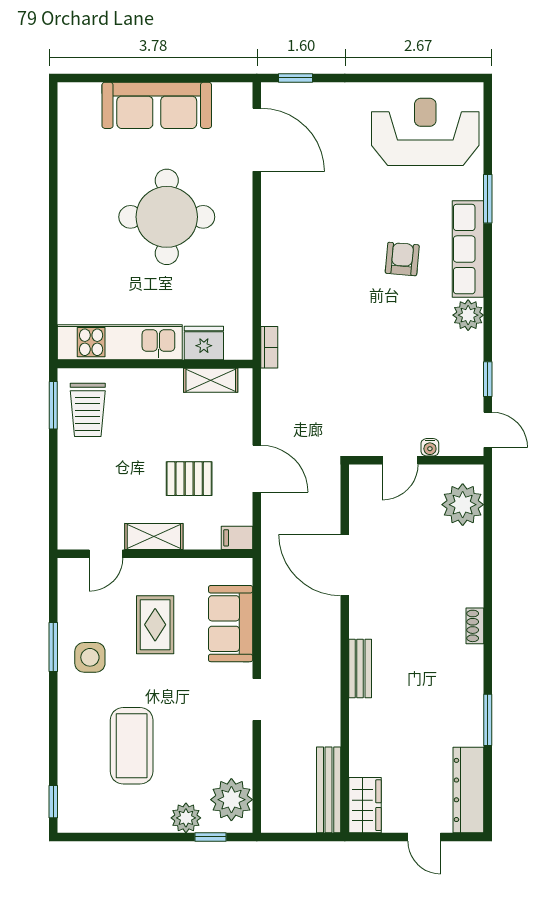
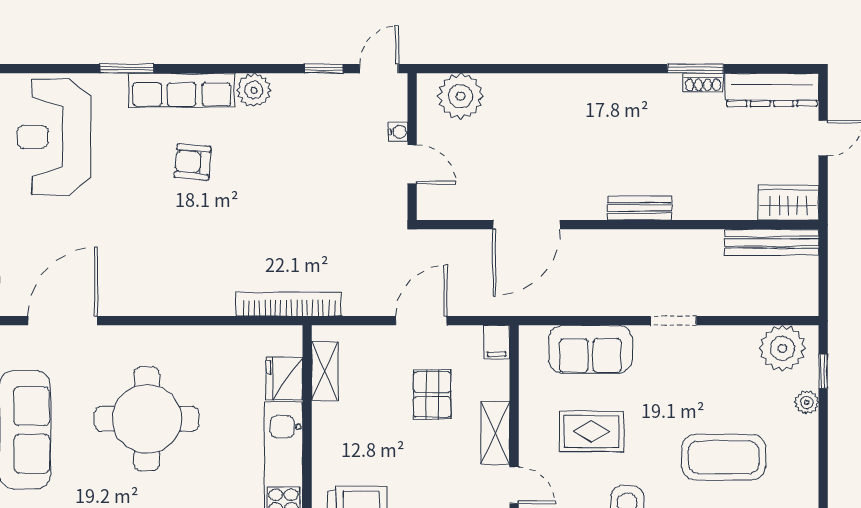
bookcase: (269, 347) -> (289, 304), width x2.31, depth x1.31
shoe rack: (475, 626) -> (703, 83), moved
plant: (186, 818) -> (807, 402), width x0.73, depth x0.73

